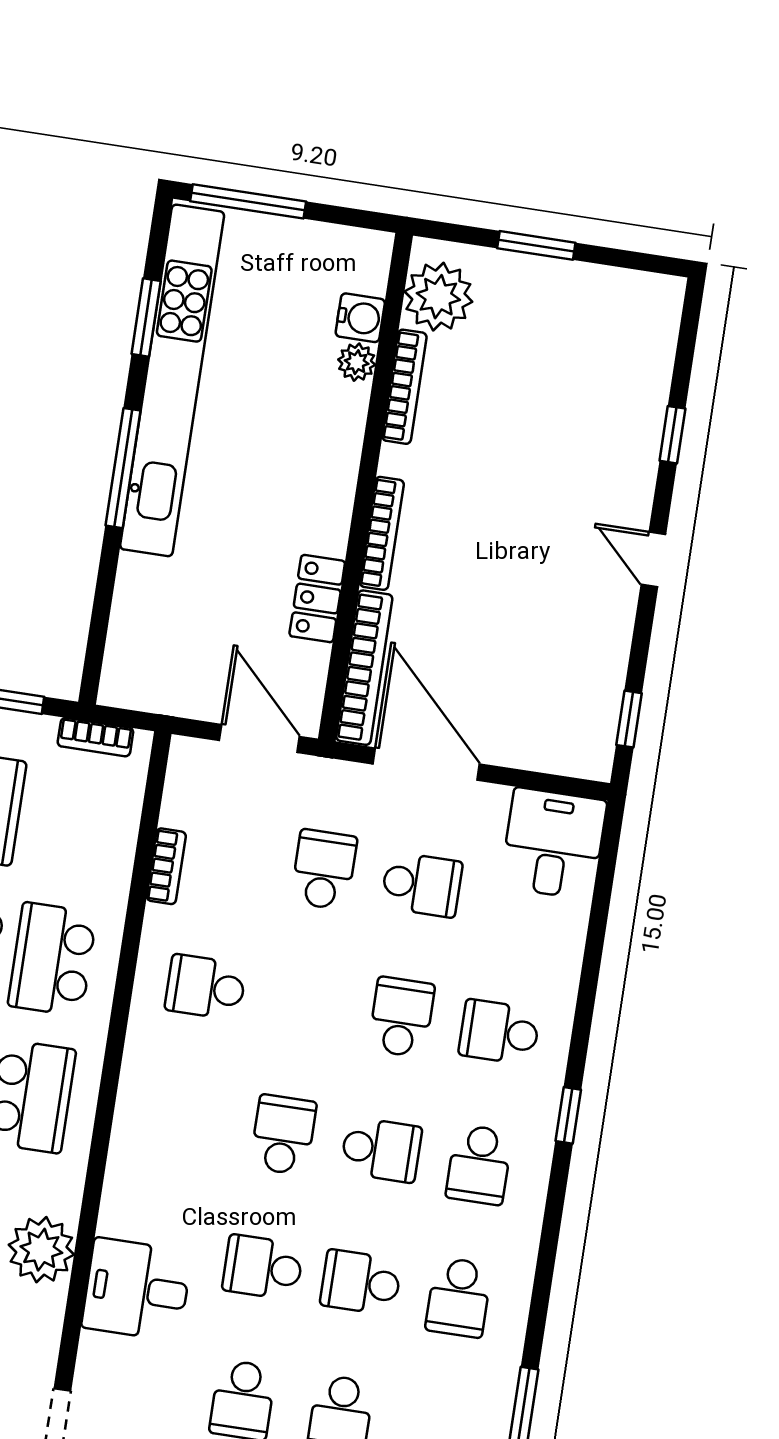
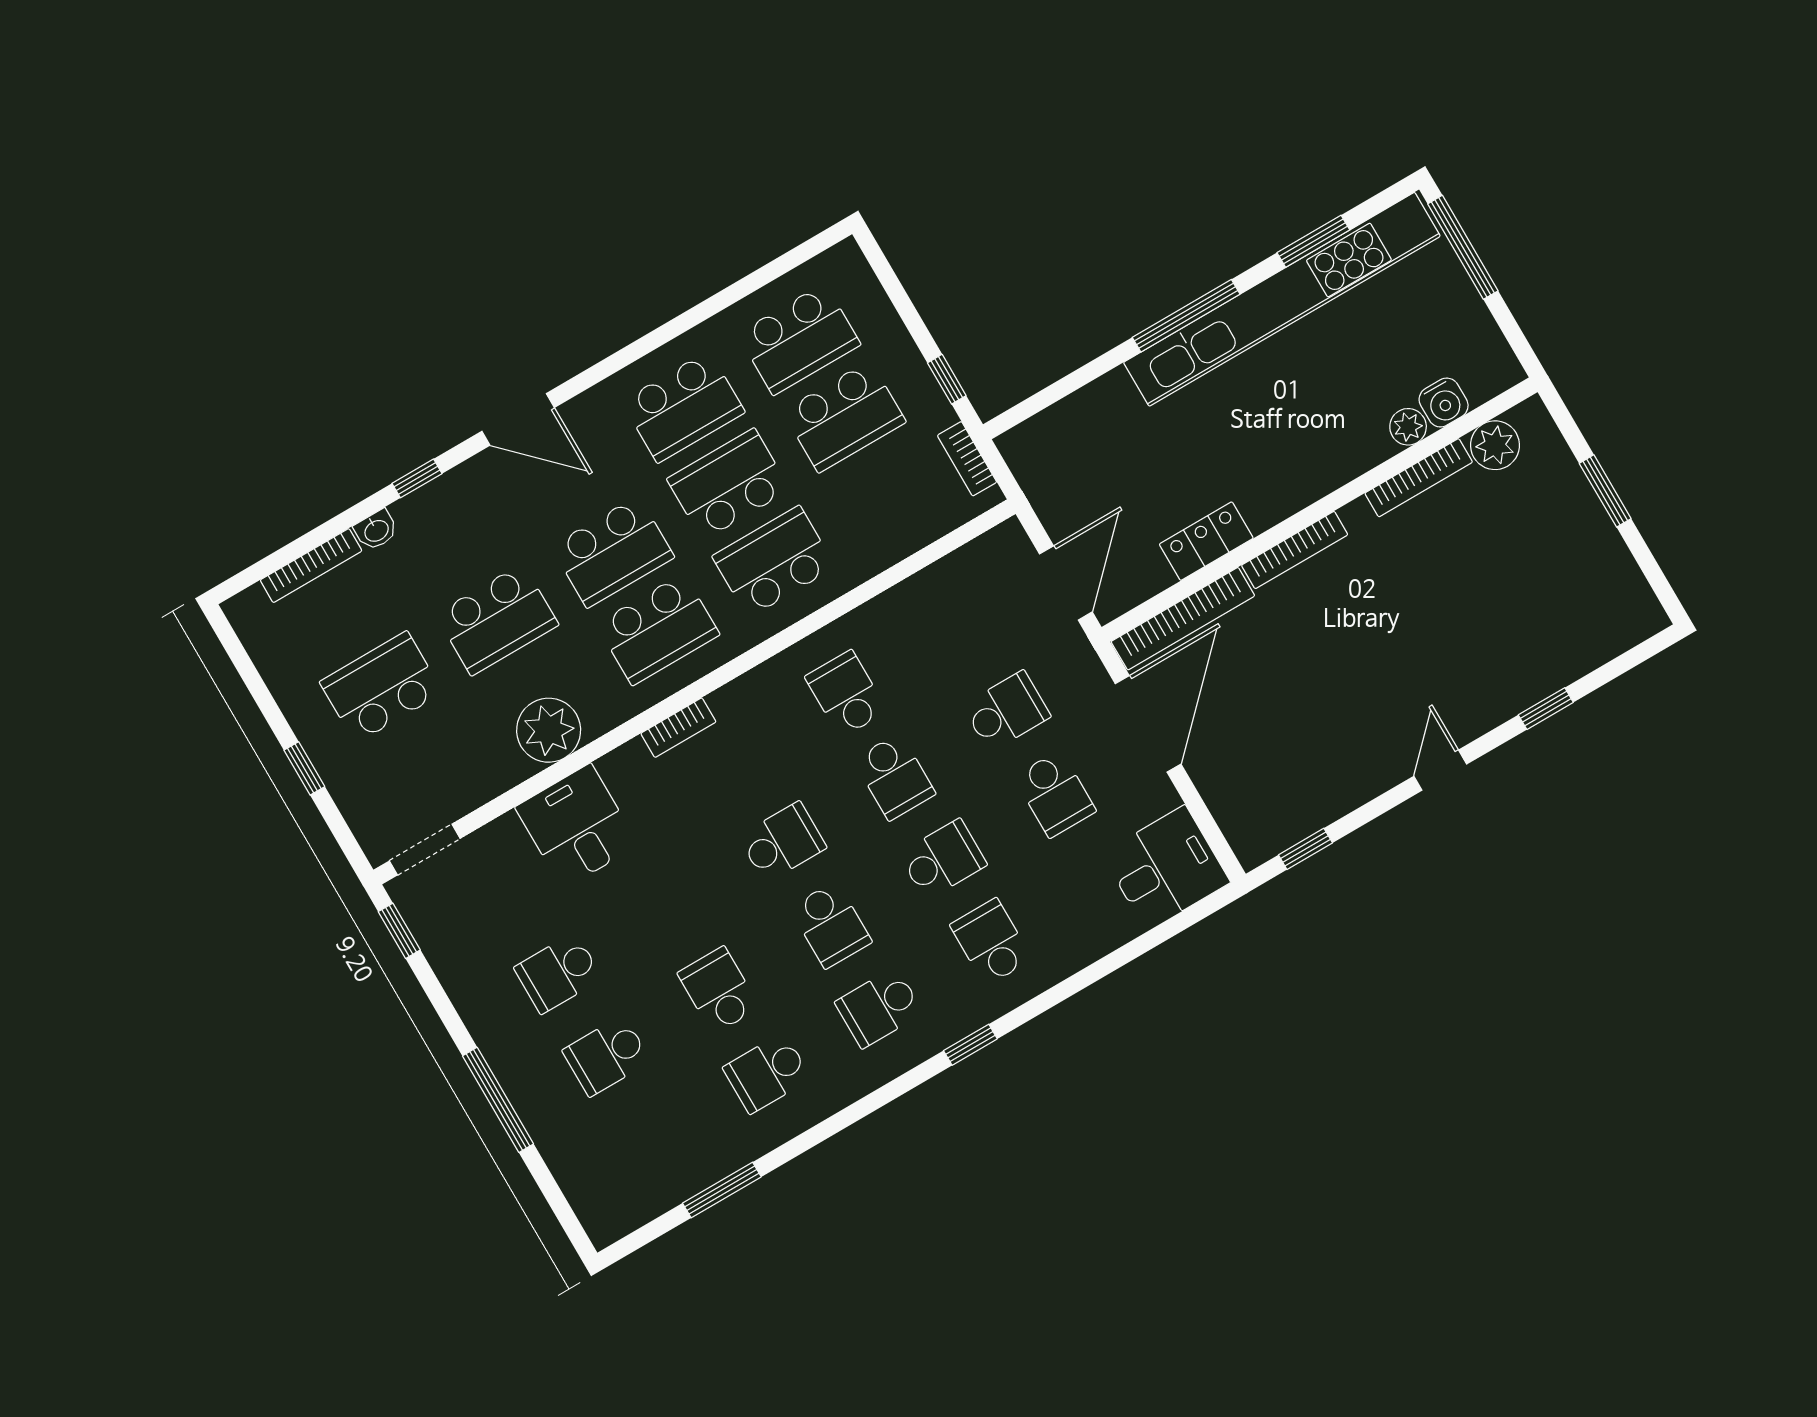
plant: (438, 297) -> (1495, 445), width x0.73, depth x0.73
bookcase: (166, 866) -> (678, 728), moved
school desk: (263, 1267) -> (894, 777), moved, turned 180

